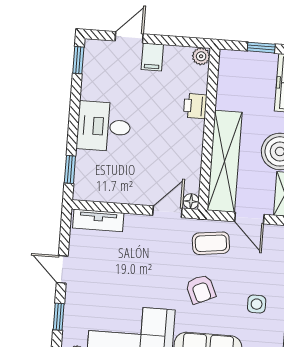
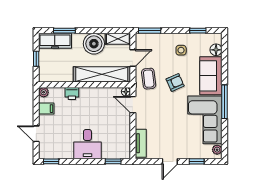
filing cabinet: (152, 57) -> (46, 109), moved

